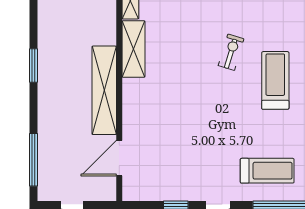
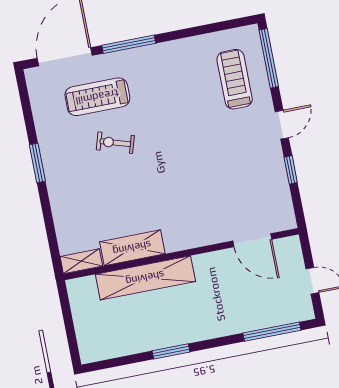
treadmill: (275, 80) -> (97, 97), moved
shelving: (104, 90) -> (145, 278), moved

